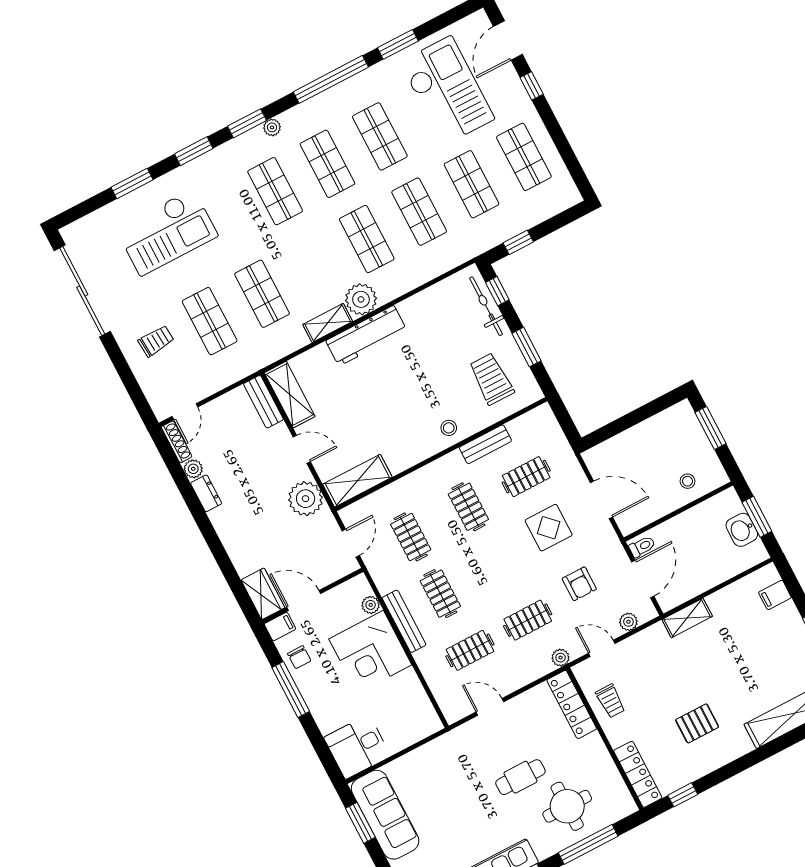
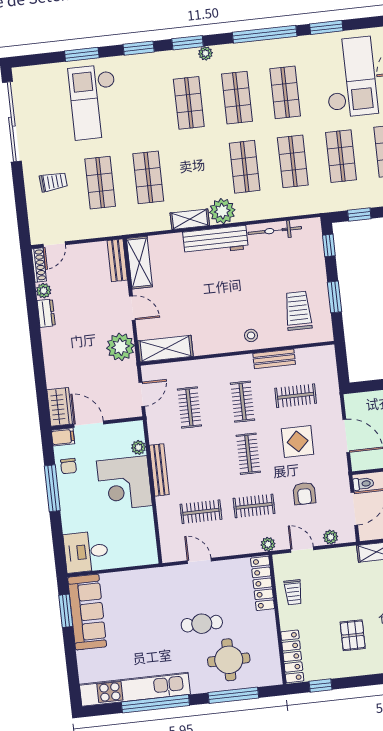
checkout: (167, 232) -> (94, 102), turned 90
bicycle: (486, 306) -> (275, 231), moved, turned -90
clothes rail: (440, 594) -> (248, 454), moved
pallet: (697, 723) -> (353, 635), turned 90

